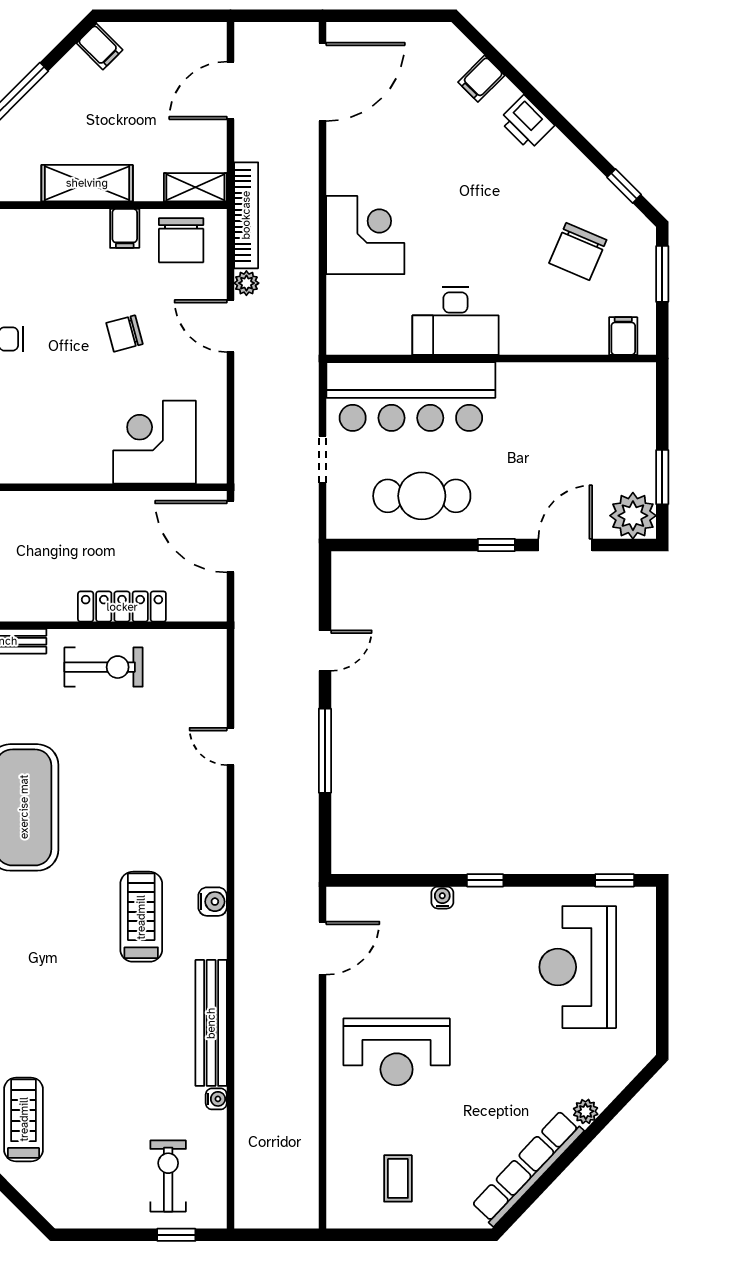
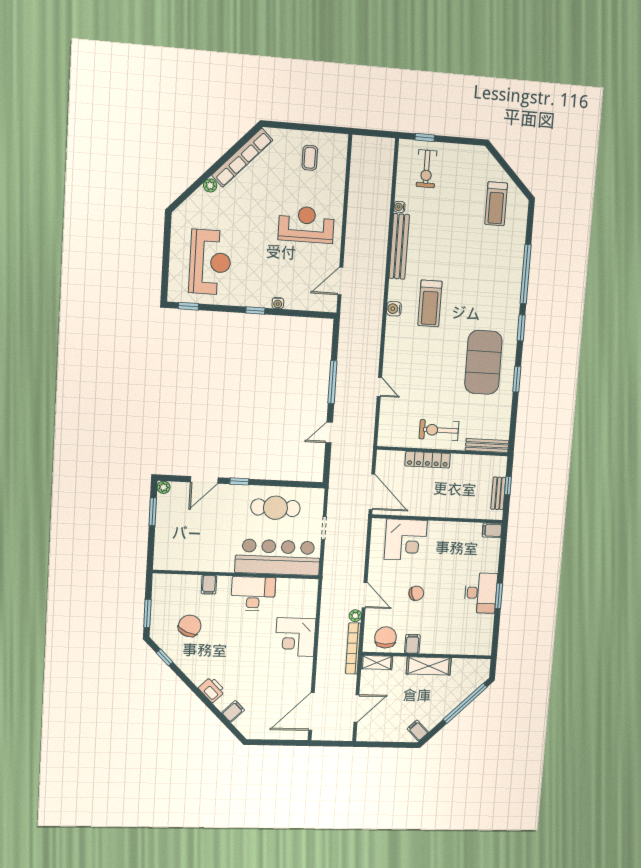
filing cabinet: (623, 336) -> (209, 585), moved
plant: (633, 516) -> (164, 487), width x0.53, depth x0.53

